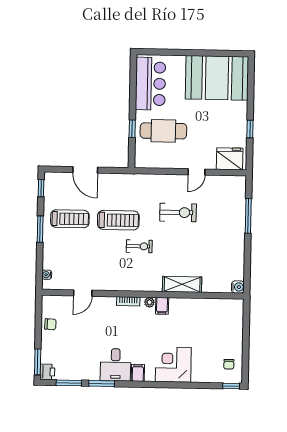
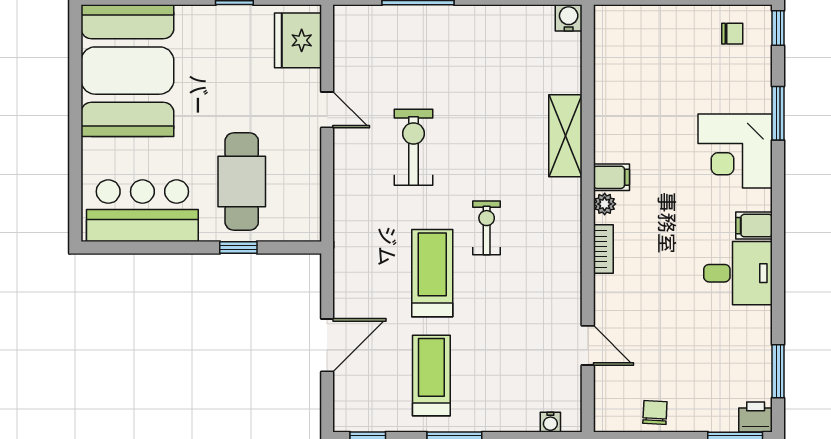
window: (102, 384) -> (778, 113), moved

